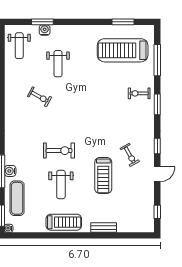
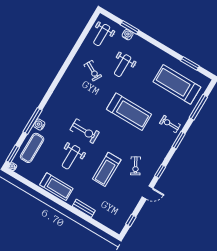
exercise bike: (40, 97) -> (93, 71), moved
treadmill: (91, 105) -> (129, 112), added

